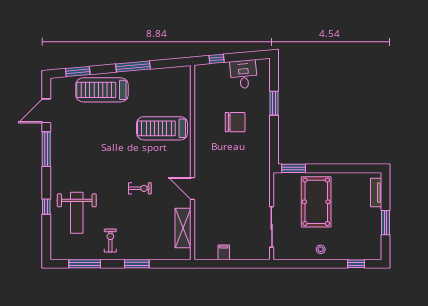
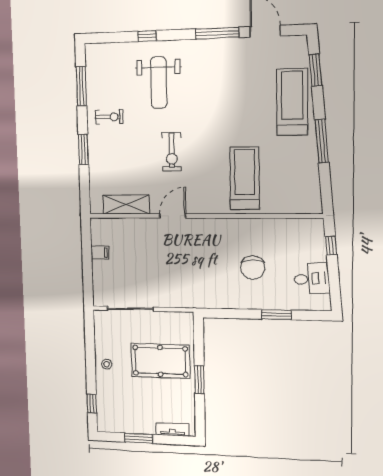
window: (294, 168) -> (199, 380), moved
exercise bike: (140, 188) -> (172, 152), width x1.38, depth x1.39
weight bench: (77, 213) -> (159, 83), moved, turned -90

